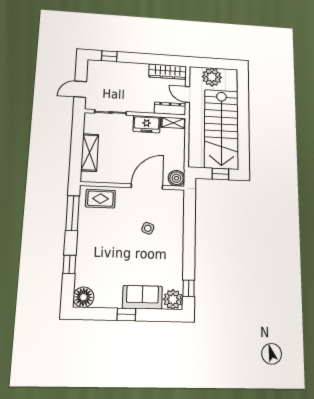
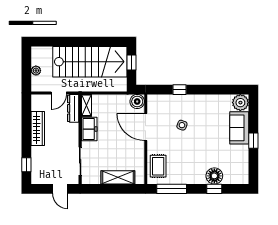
wardrobe: (168, 72) -> (38, 128), moved
plant: (212, 77) -> (36, 71), width x0.53, depth x0.53
window: (189, 288) -> (179, 90), moved
floor lamp: (83, 297) -> (214, 176), moved

